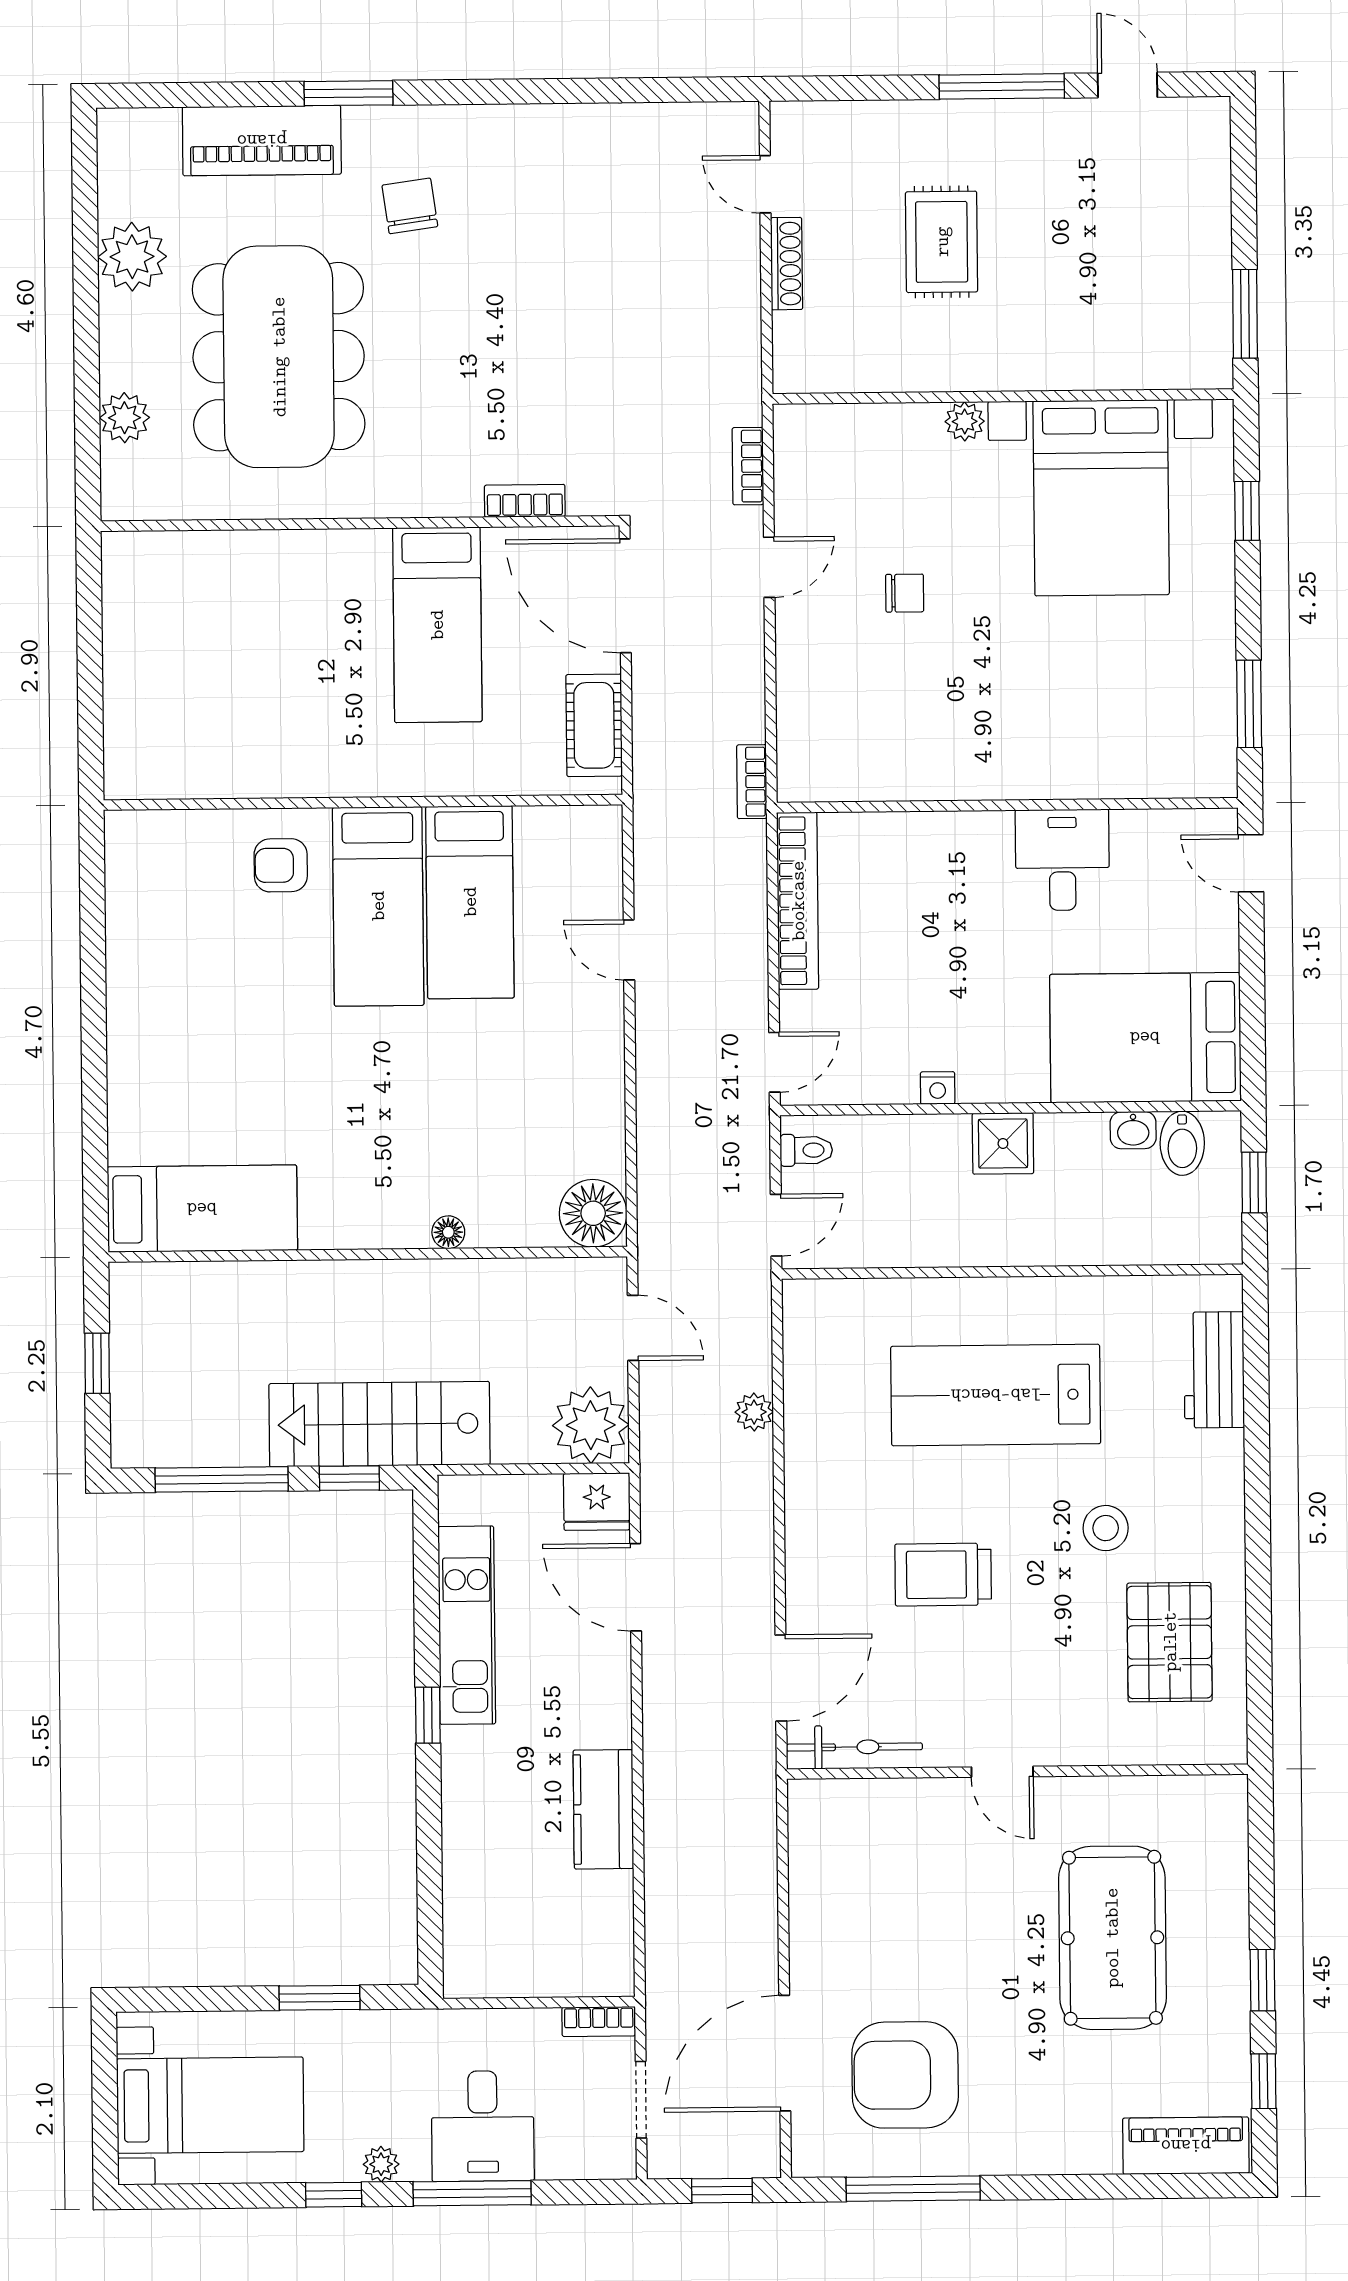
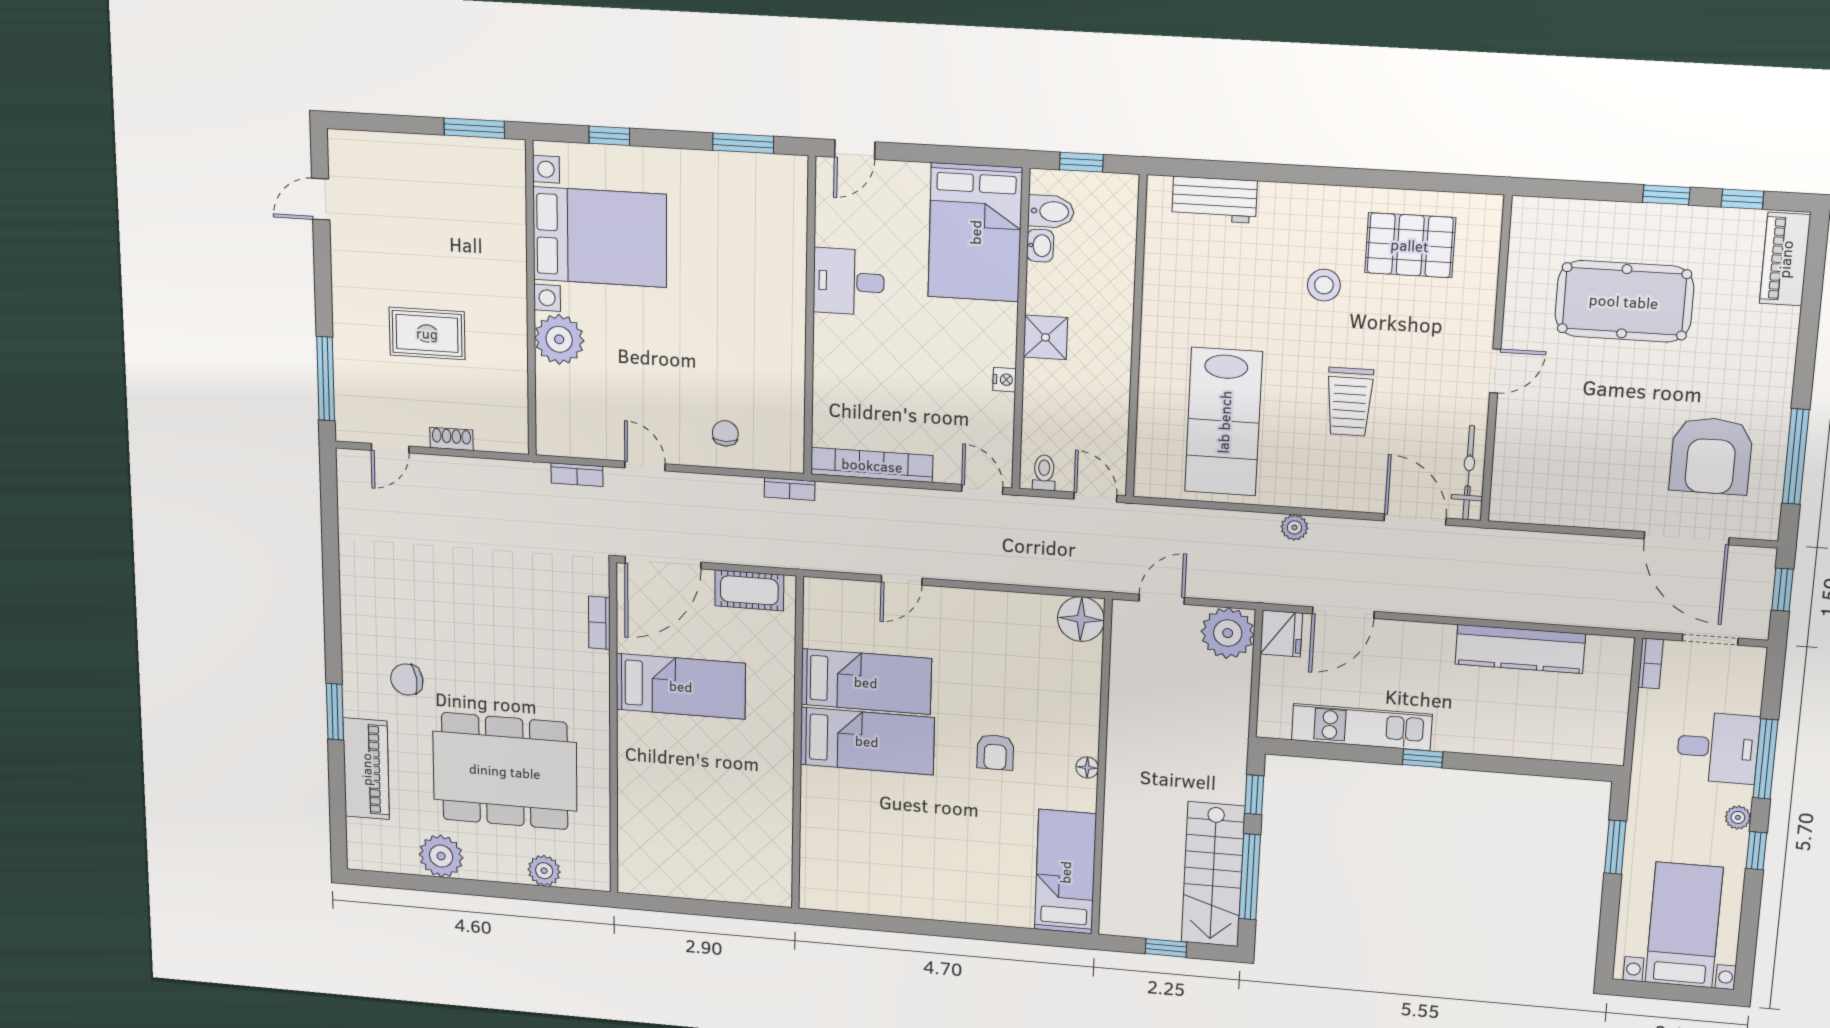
window: (1002, 86) -> (326, 379), moved
shoe rack: (787, 264) -> (451, 439), width x0.70
plant: (965, 421) -> (559, 339), width x1.87, depth x1.87
chair: (905, 593) -> (725, 433), moved
armchair: (281, 865) -> (995, 752), moved
floor lamp: (448, 1232) -> (1087, 768), moved
lab bench: (996, 1395) -> (1224, 422), moved
plant: (754, 1412) -> (1294, 527), moved
stairs: (380, 1424) -> (1213, 874), moved
kitchen counter: (603, 1809) -> (1520, 649), width x1.50

